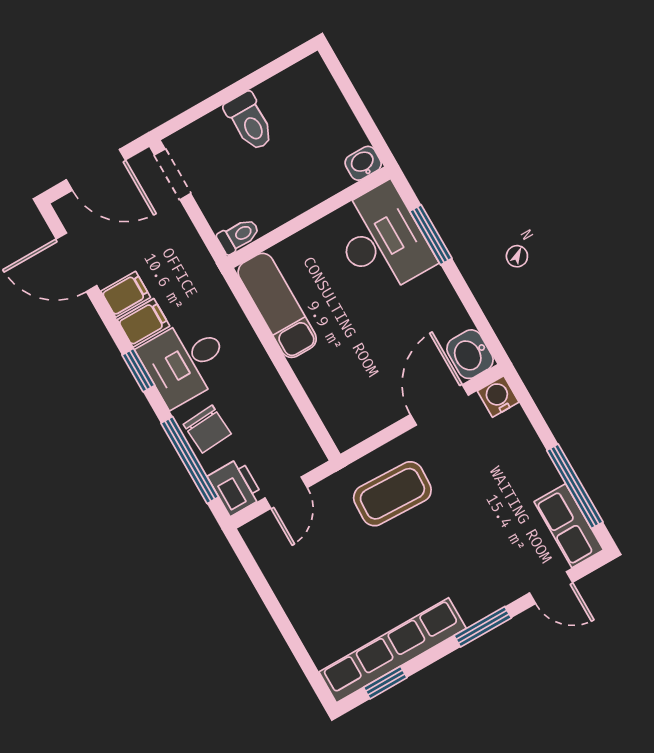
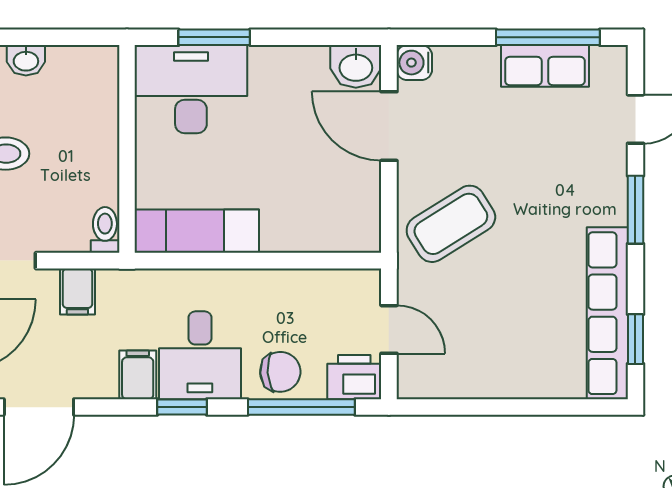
washbasin: (363, 163) -> (26, 60), moved, turned -90
filing cabinet: (126, 294) -> (77, 292), moved, turned 180
coffee table: (392, 494) -> (451, 224), turned 56
row of seats: (569, 526) -> (545, 66), moved

